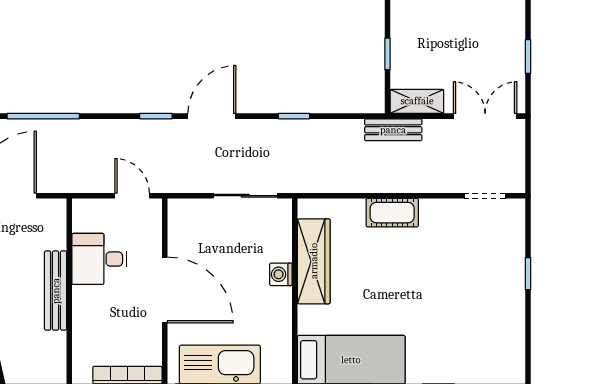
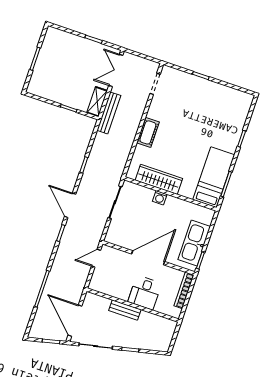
bench: (393, 130) -> (109, 113), width x1.36
desk: (99, 259) -> (145, 293), moved
bench: (56, 291) -> (125, 310), width x0.73

